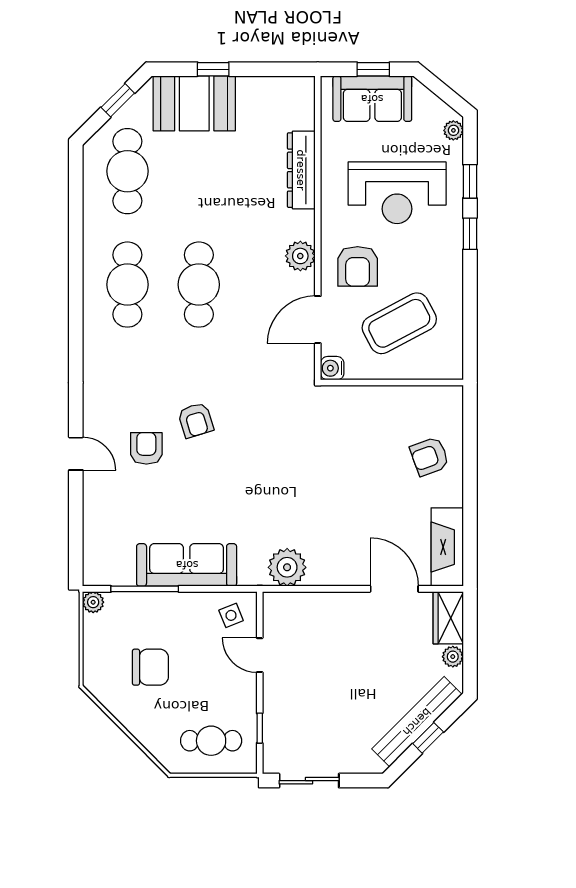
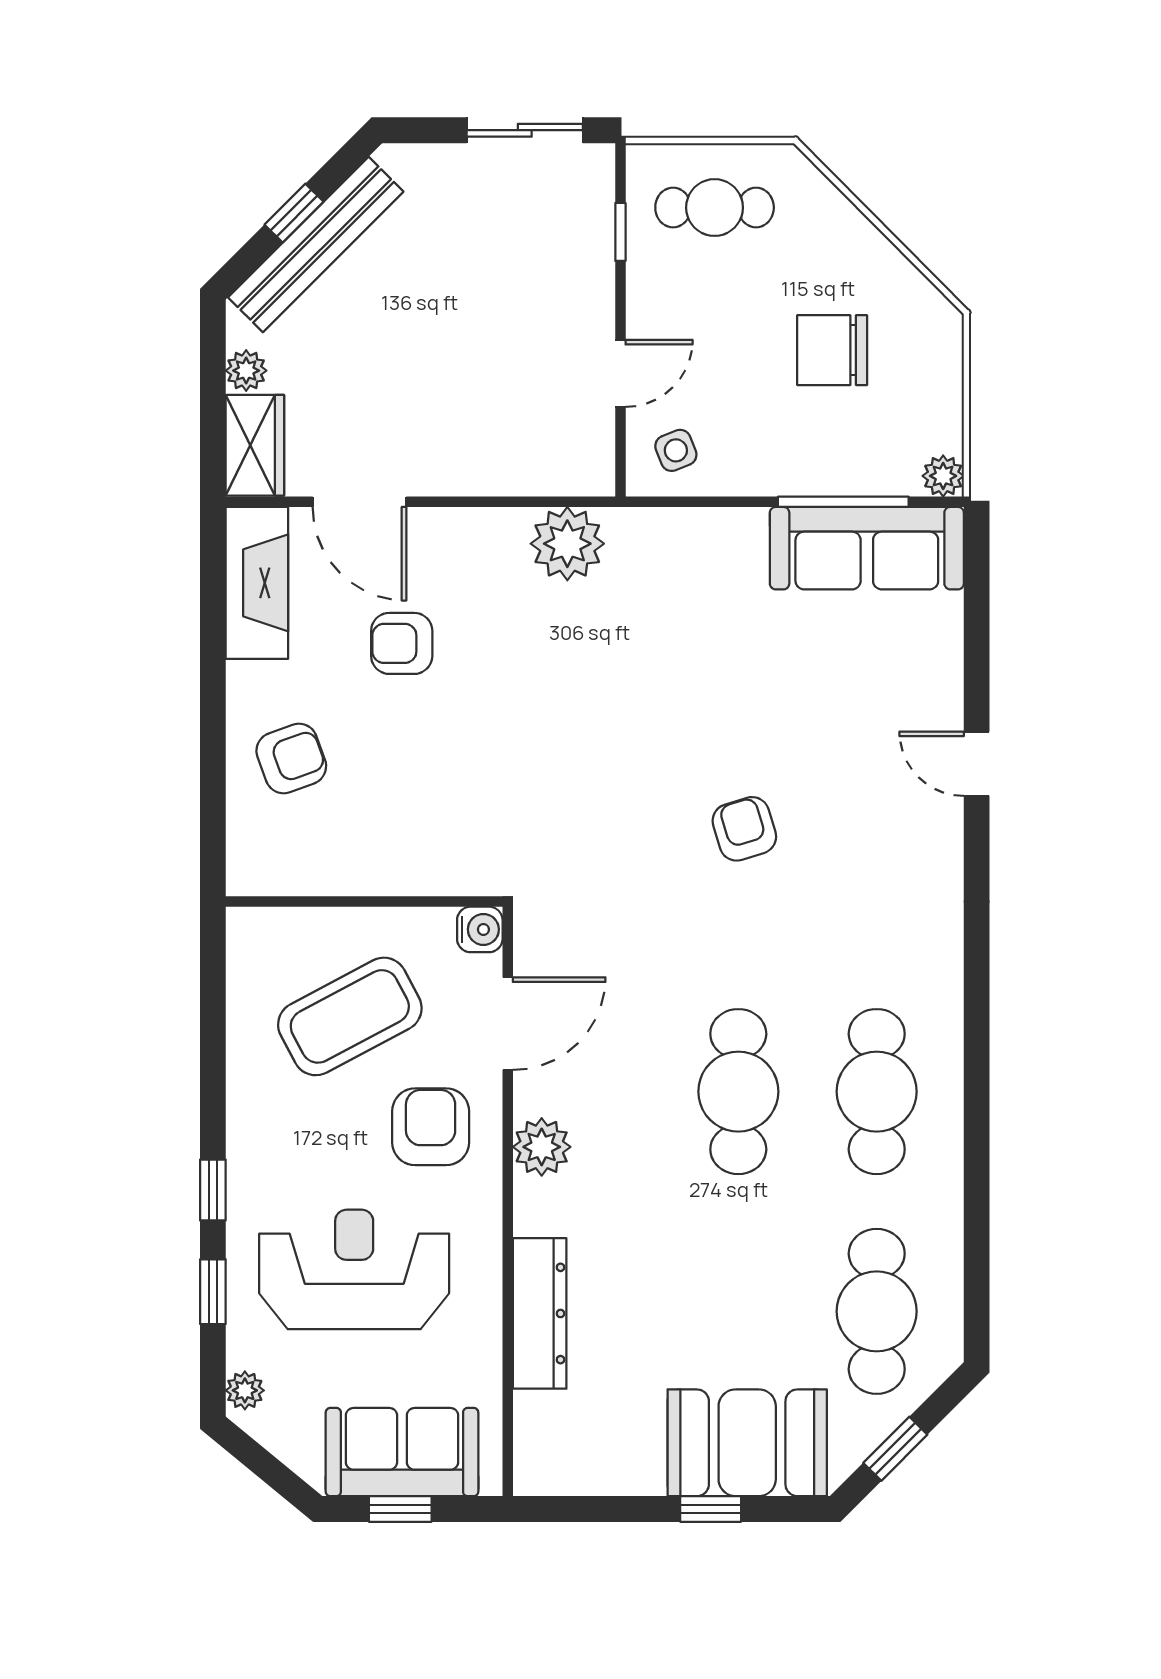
armchair: (146, 448) -> (402, 643), moved, turned 90
sofa: (187, 565) -> (867, 548), moved
door: (260, 655) -> (620, 373), hinge flipped

